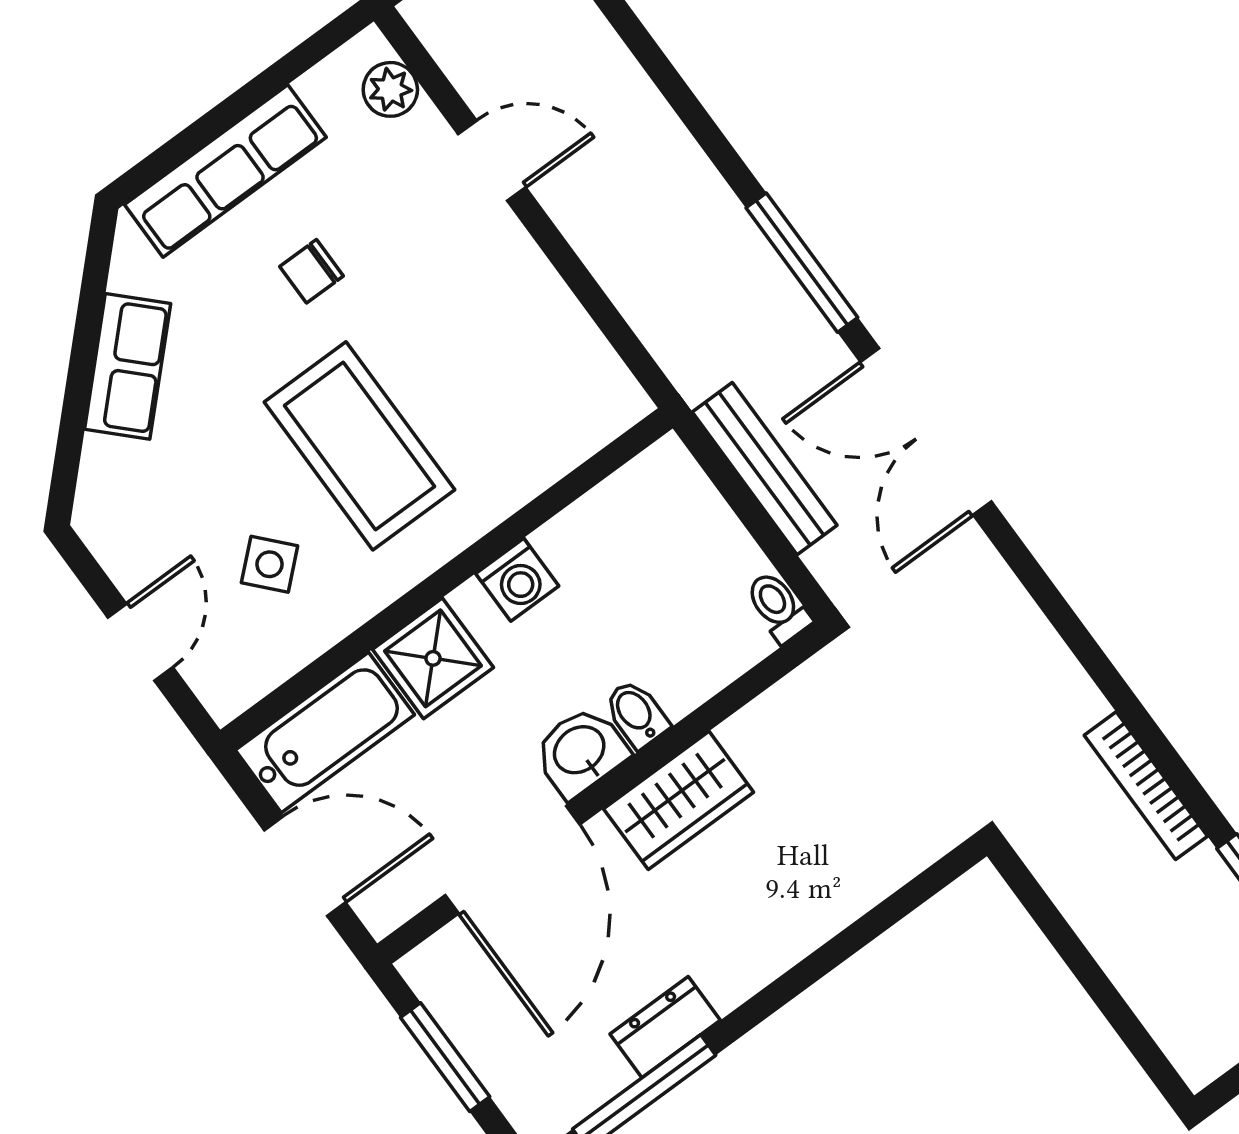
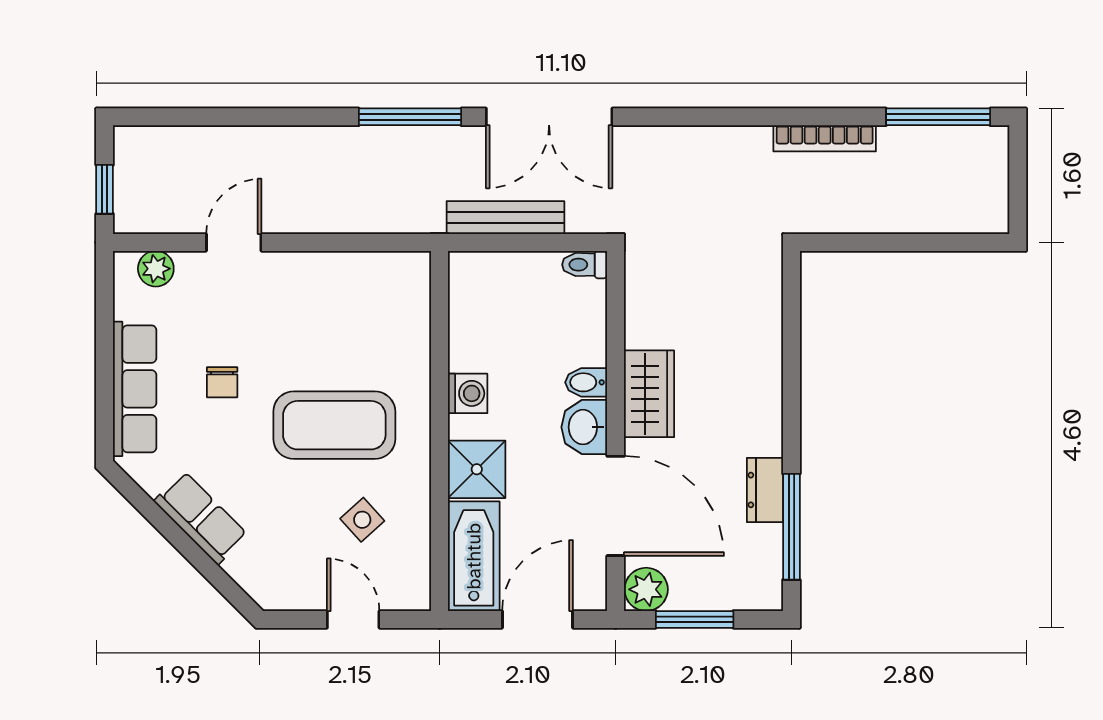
plant: (438, 971) -> (646, 589), added

